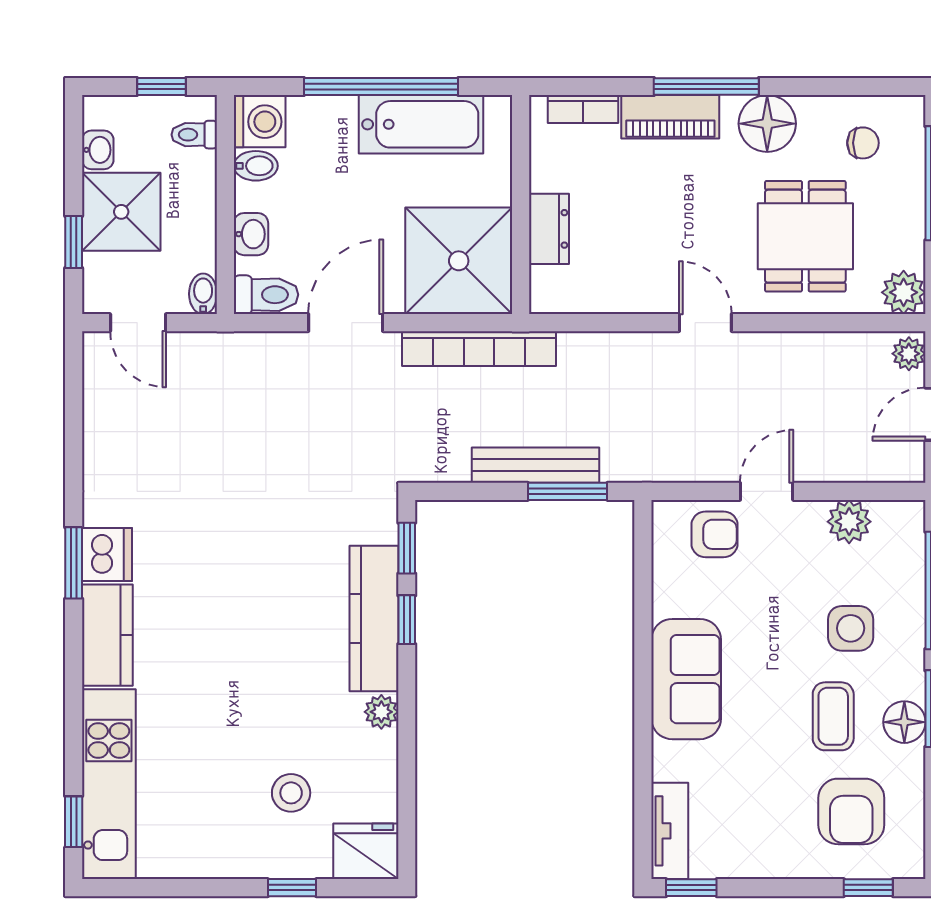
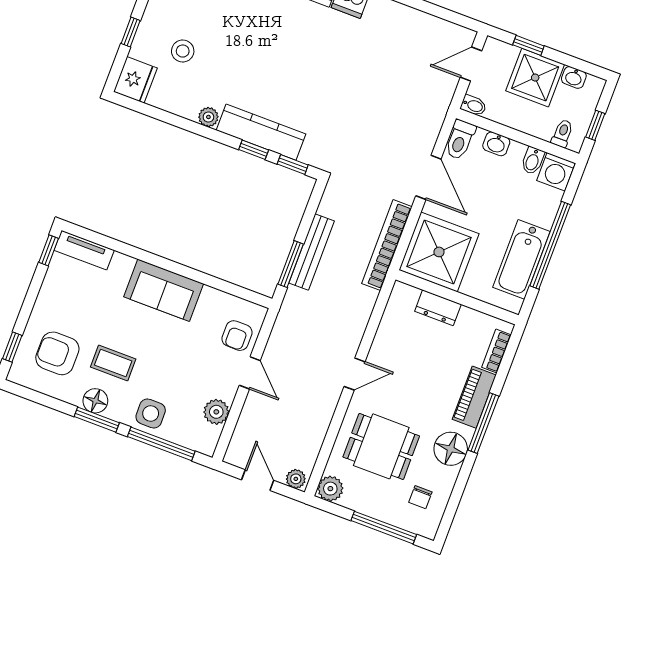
side table: (851, 628) -> (151, 413), moved

